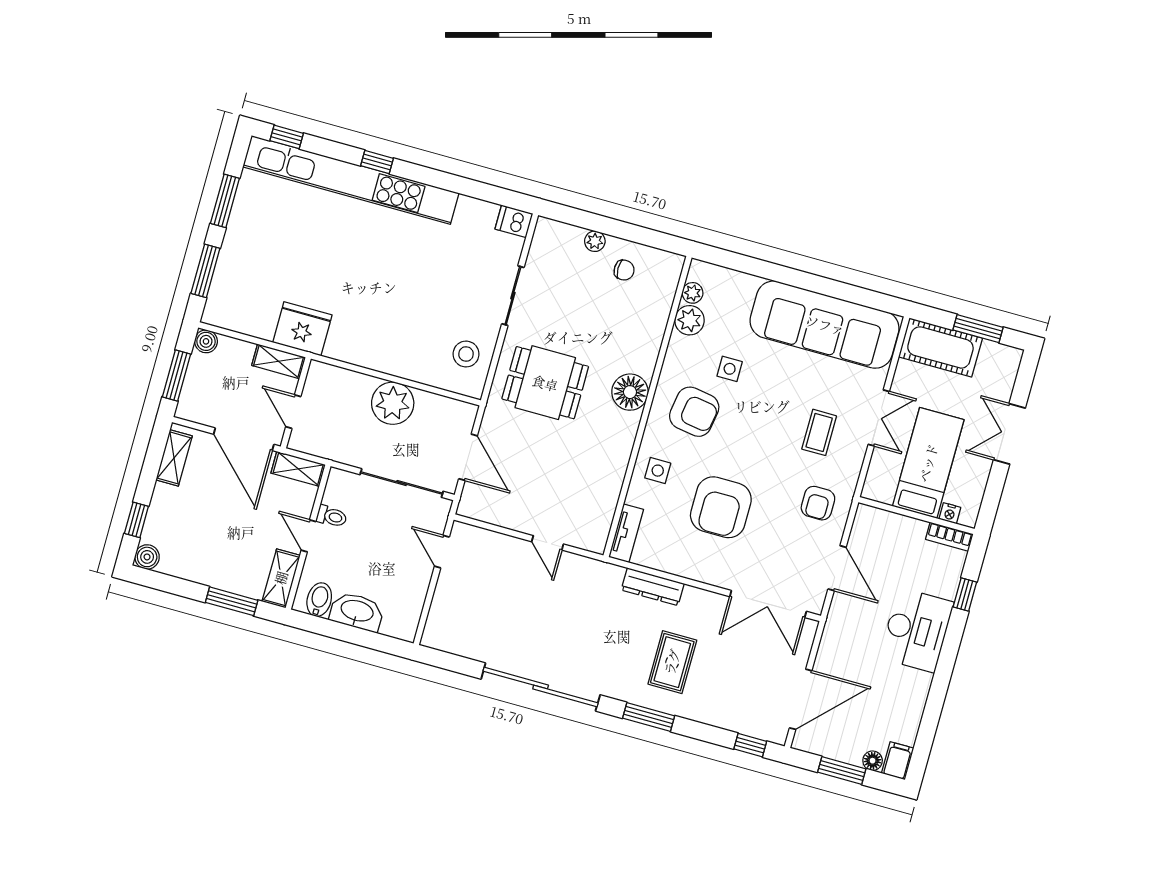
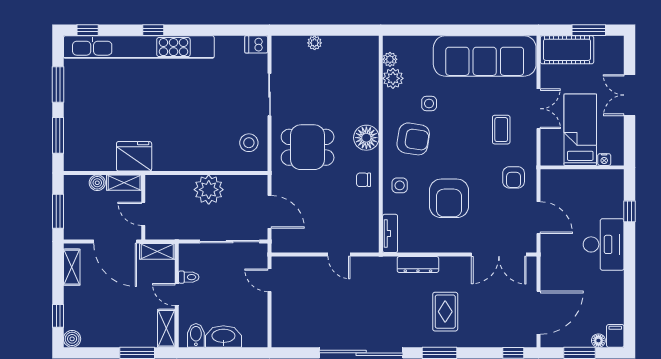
chair: (624, 270) -> (364, 180), moved, turned 180
boiler: (206, 341) -> (97, 183), moved
bookcase: (949, 537) -> (608, 175), removed

